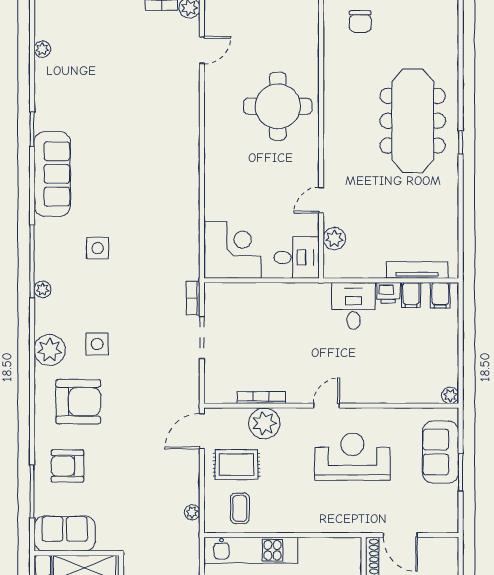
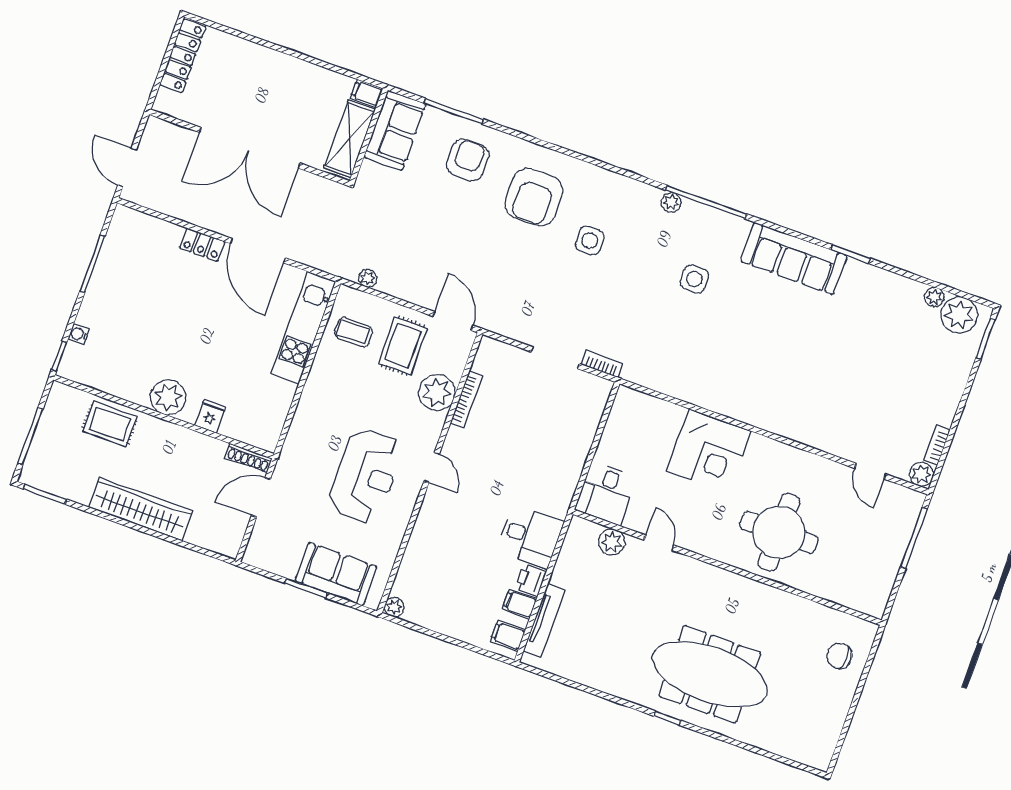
corner desk: (232, 250) -> (709, 451), moved
plant: (50, 350) -> (959, 315), moved

